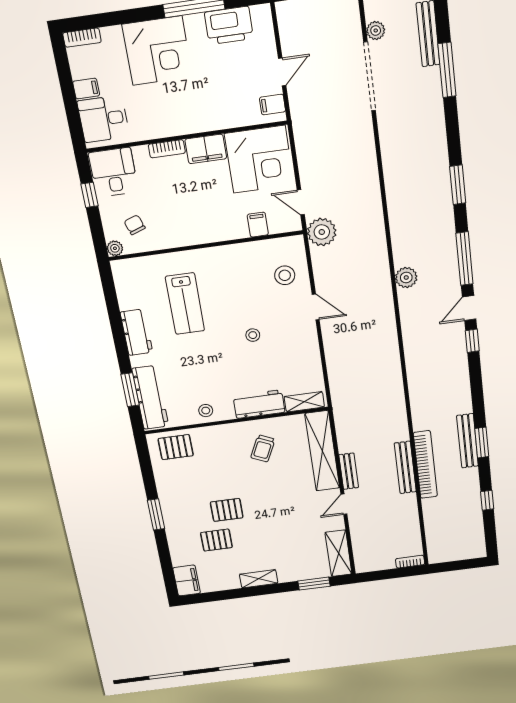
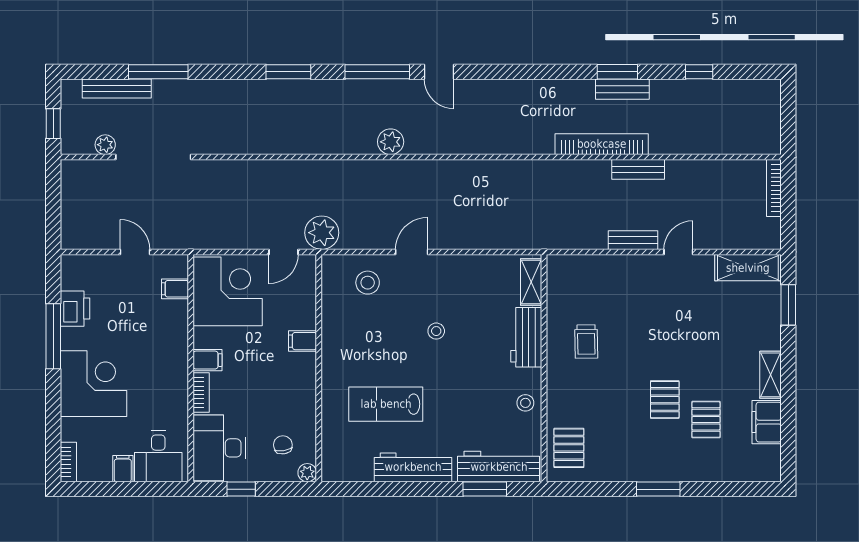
printer: (229, 26) -> (75, 309), width x0.73, depth x0.84
filing cabinet: (272, 105) -> (175, 289), moved, turned 90
filing cabinet: (206, 149) -> (208, 360), width x0.50
desk: (114, 172) -> (219, 448), width x1.37
chair: (135, 225) -> (283, 445), turned 100
filing cabinet: (258, 225) -> (303, 341), moved
lab bench: (185, 304) -> (386, 404), turned 180
workbench: (136, 332) -> (413, 467), width x1.38
window: (472, 341) -> (481, 72), removed
bench: (467, 441) -> (622, 89), width x0.73
trolley: (263, 448) -> (586, 342), turned 64
shelving: (322, 451) -> (600, 269), removed
bookcase: (425, 465) -> (602, 144), moved
bench: (405, 467) -> (638, 169), width x0.73
door: (344, 504) -> (678, 252), swing flipped
bookcase: (410, 562) -> (774, 188), width x1.56
filing cabinet: (187, 581) -> (767, 422), moved, turned -90

